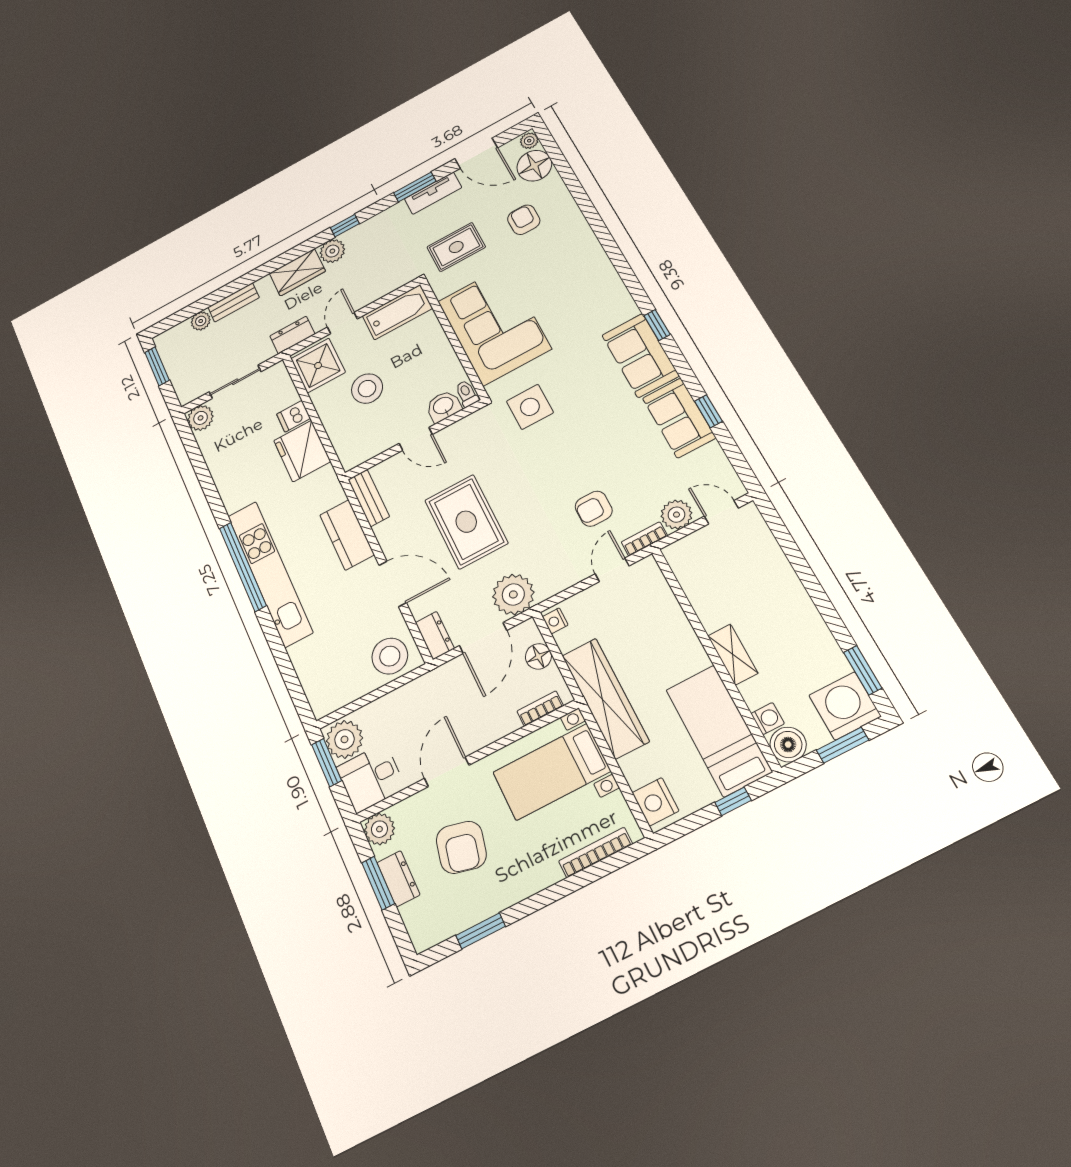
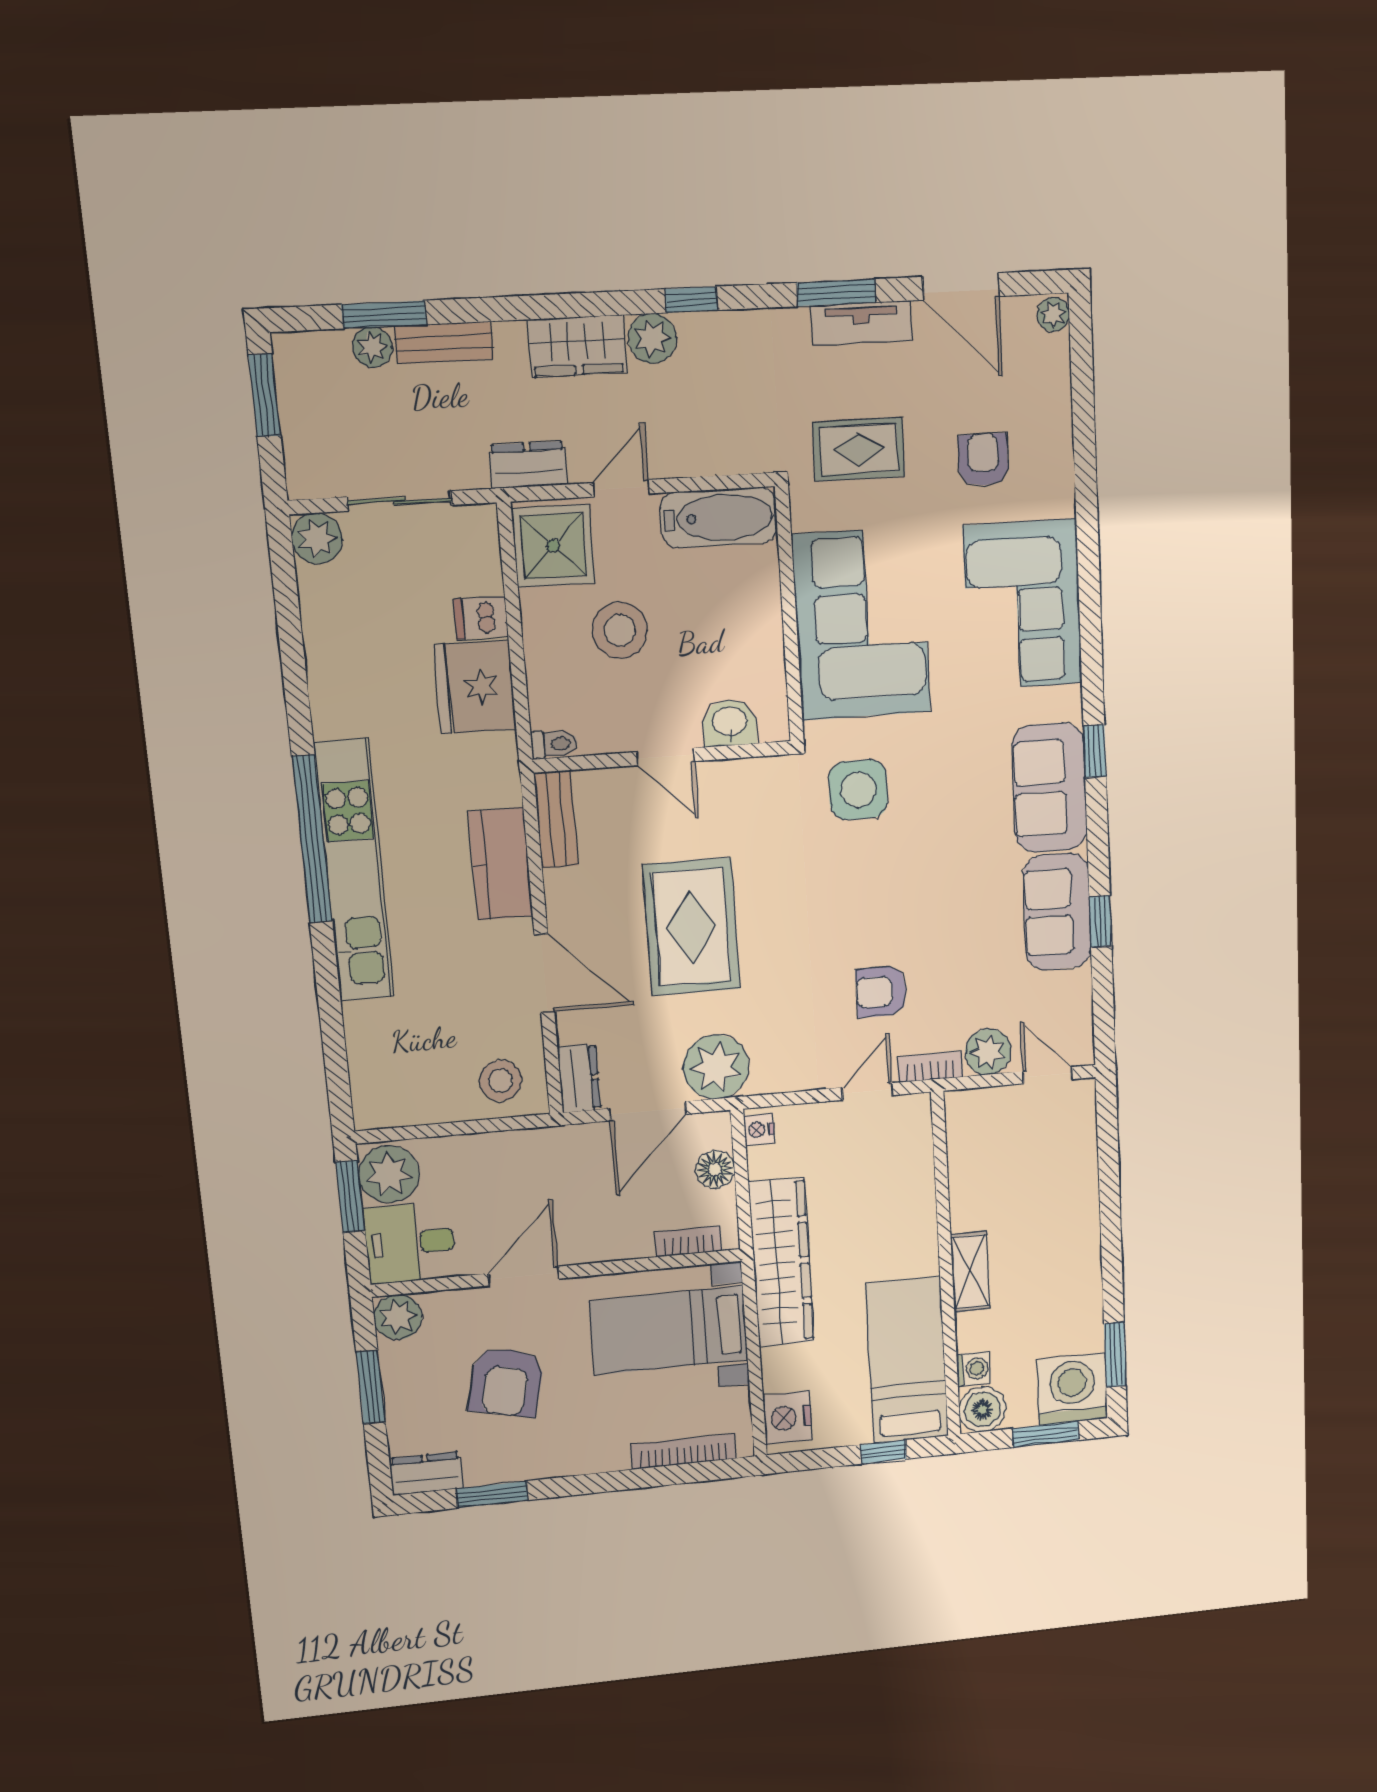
floor lamp: (534, 166) -> (1041, 368), removed
corner sofa: (579, 274) -> (1023, 605), added
window: (202, 305) -> (384, 315), added
toilet: (467, 393) -> (554, 744), moved, turned 90
stool: (390, 656) -> (501, 1081), width x0.73, depth x0.73
dresser: (398, 879) -> (426, 1473), moved, turned -90

